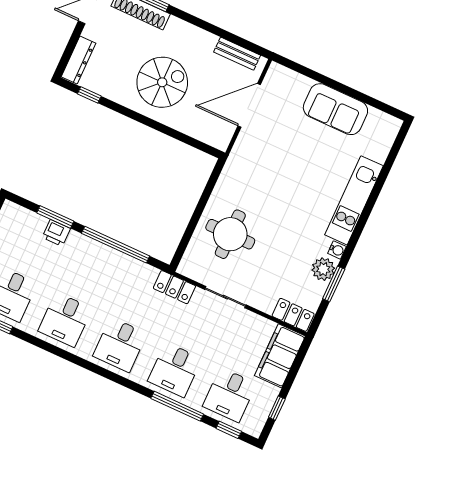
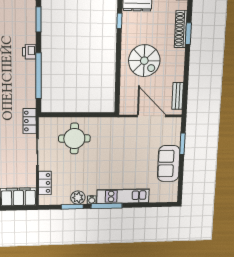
window: (314, 75) -> (182, 144), added
window: (55, 217) -> (38, 19), moved
window: (357, 232) -> (107, 206), added
printer: (56, 233) -> (29, 52), moved
locker: (293, 315) -> (45, 183), moved

